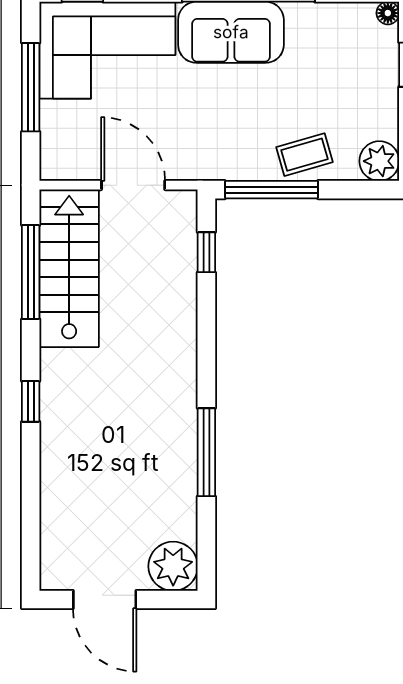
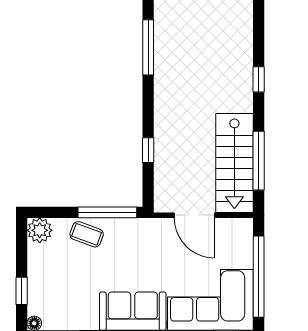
window: (31, 87) -> (259, 277), width x1.46
coffee table: (305, 155) -> (87, 234), turned 36
window: (206, 252) -> (148, 150), moved

